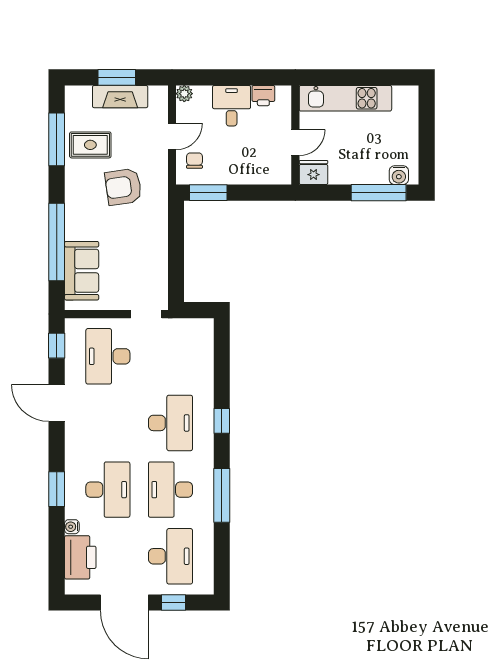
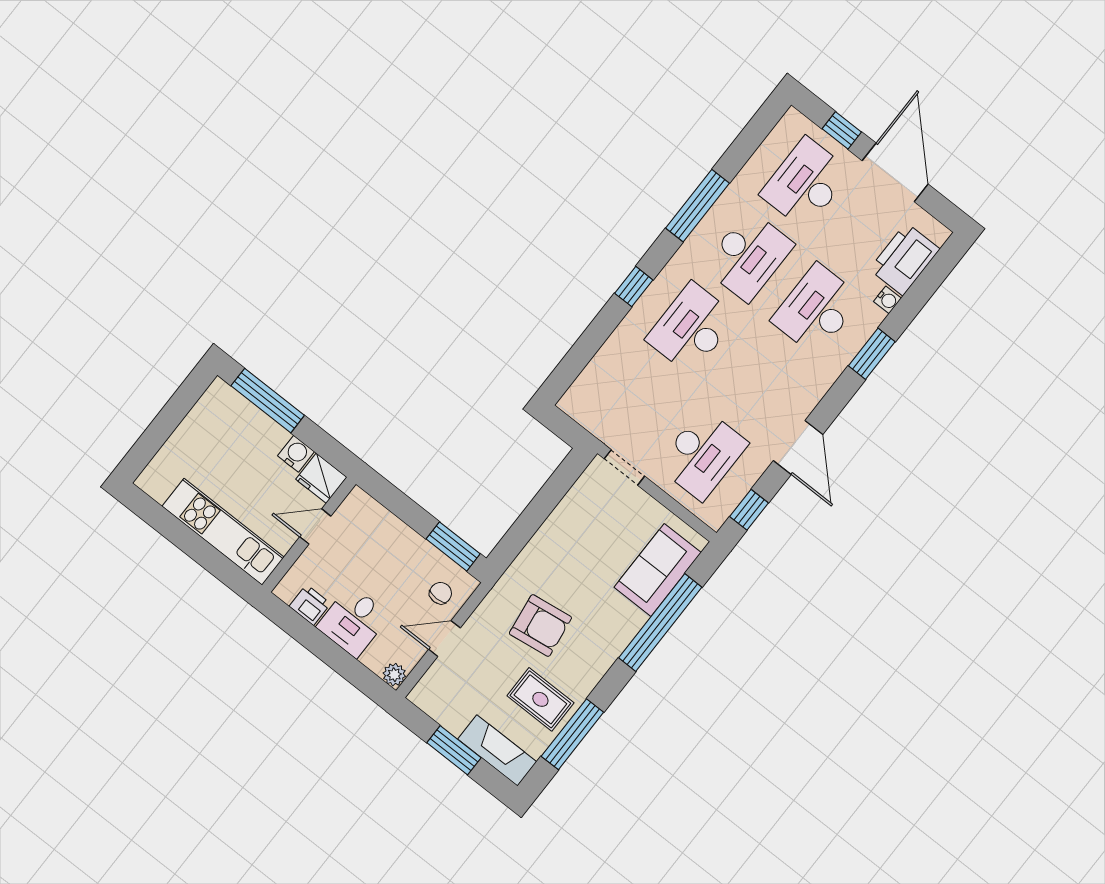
fireplace: (120, 97) -> (497, 750), moved
chair: (194, 161) -> (441, 593), turned 180
water cooler: (399, 175) -> (296, 454), moved

